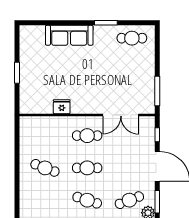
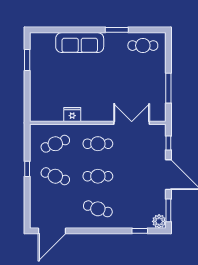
window: (17, 73) -> (27, 60), moved
window: (157, 91) -> (168, 88), moved
double door: (121, 115) -> (132, 123), swing flipped
window: (17, 161) -> (27, 169), added
cafe table: (129, 200) -> (55, 144), moved

